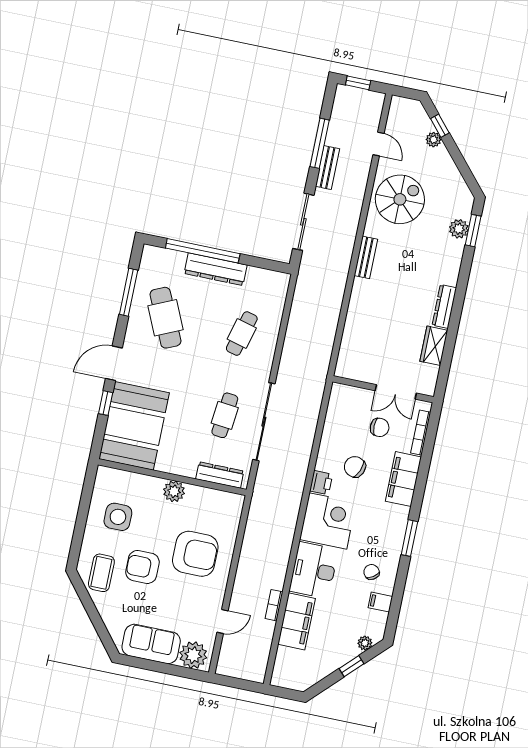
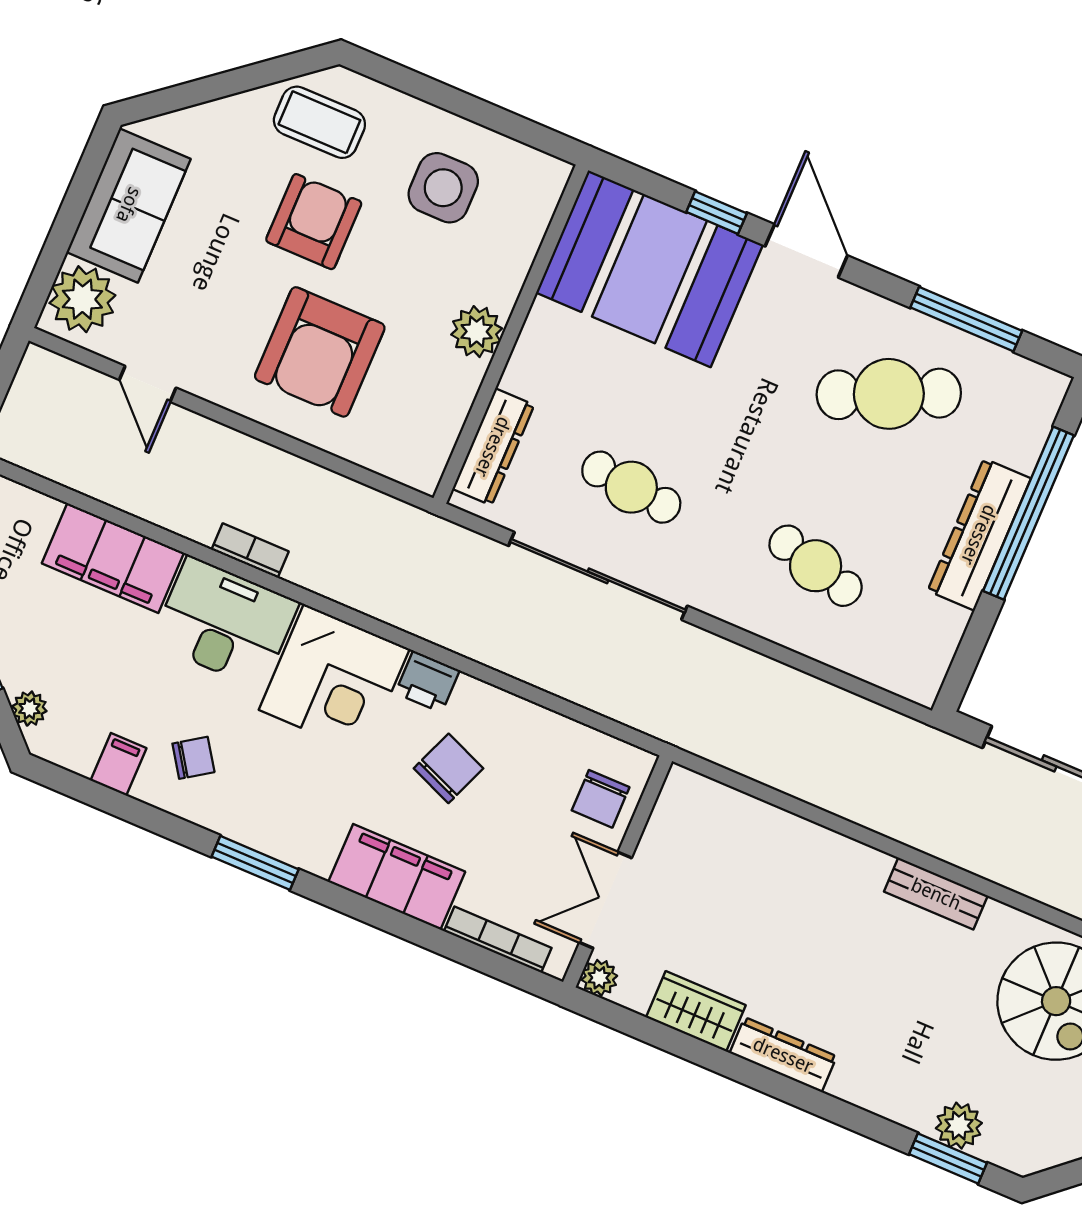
plant: (428, 388) -> (599, 978), added
chair: (380, 427) -> (601, 799), moved
bookcase: (274, 605) -> (250, 551), moved

